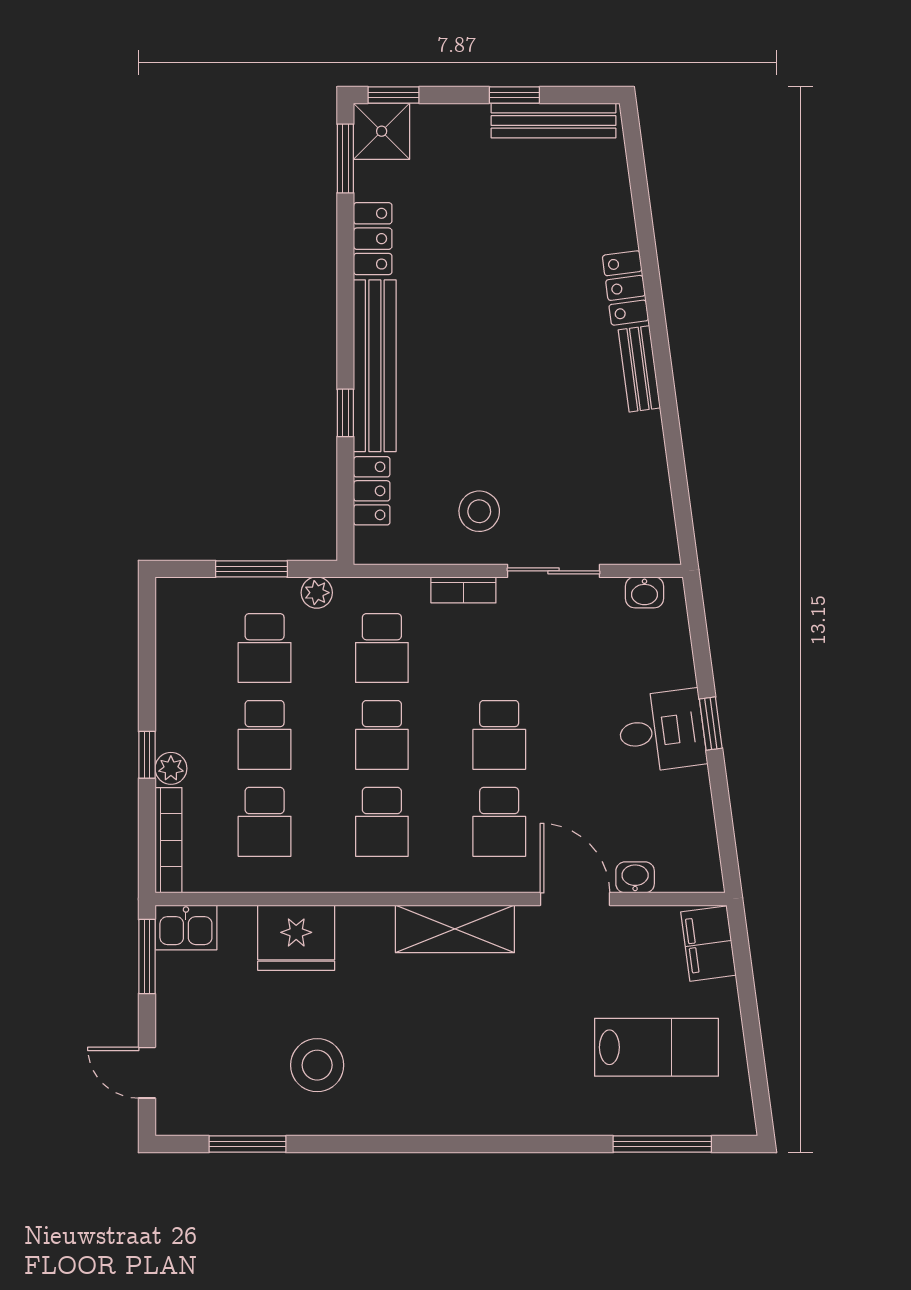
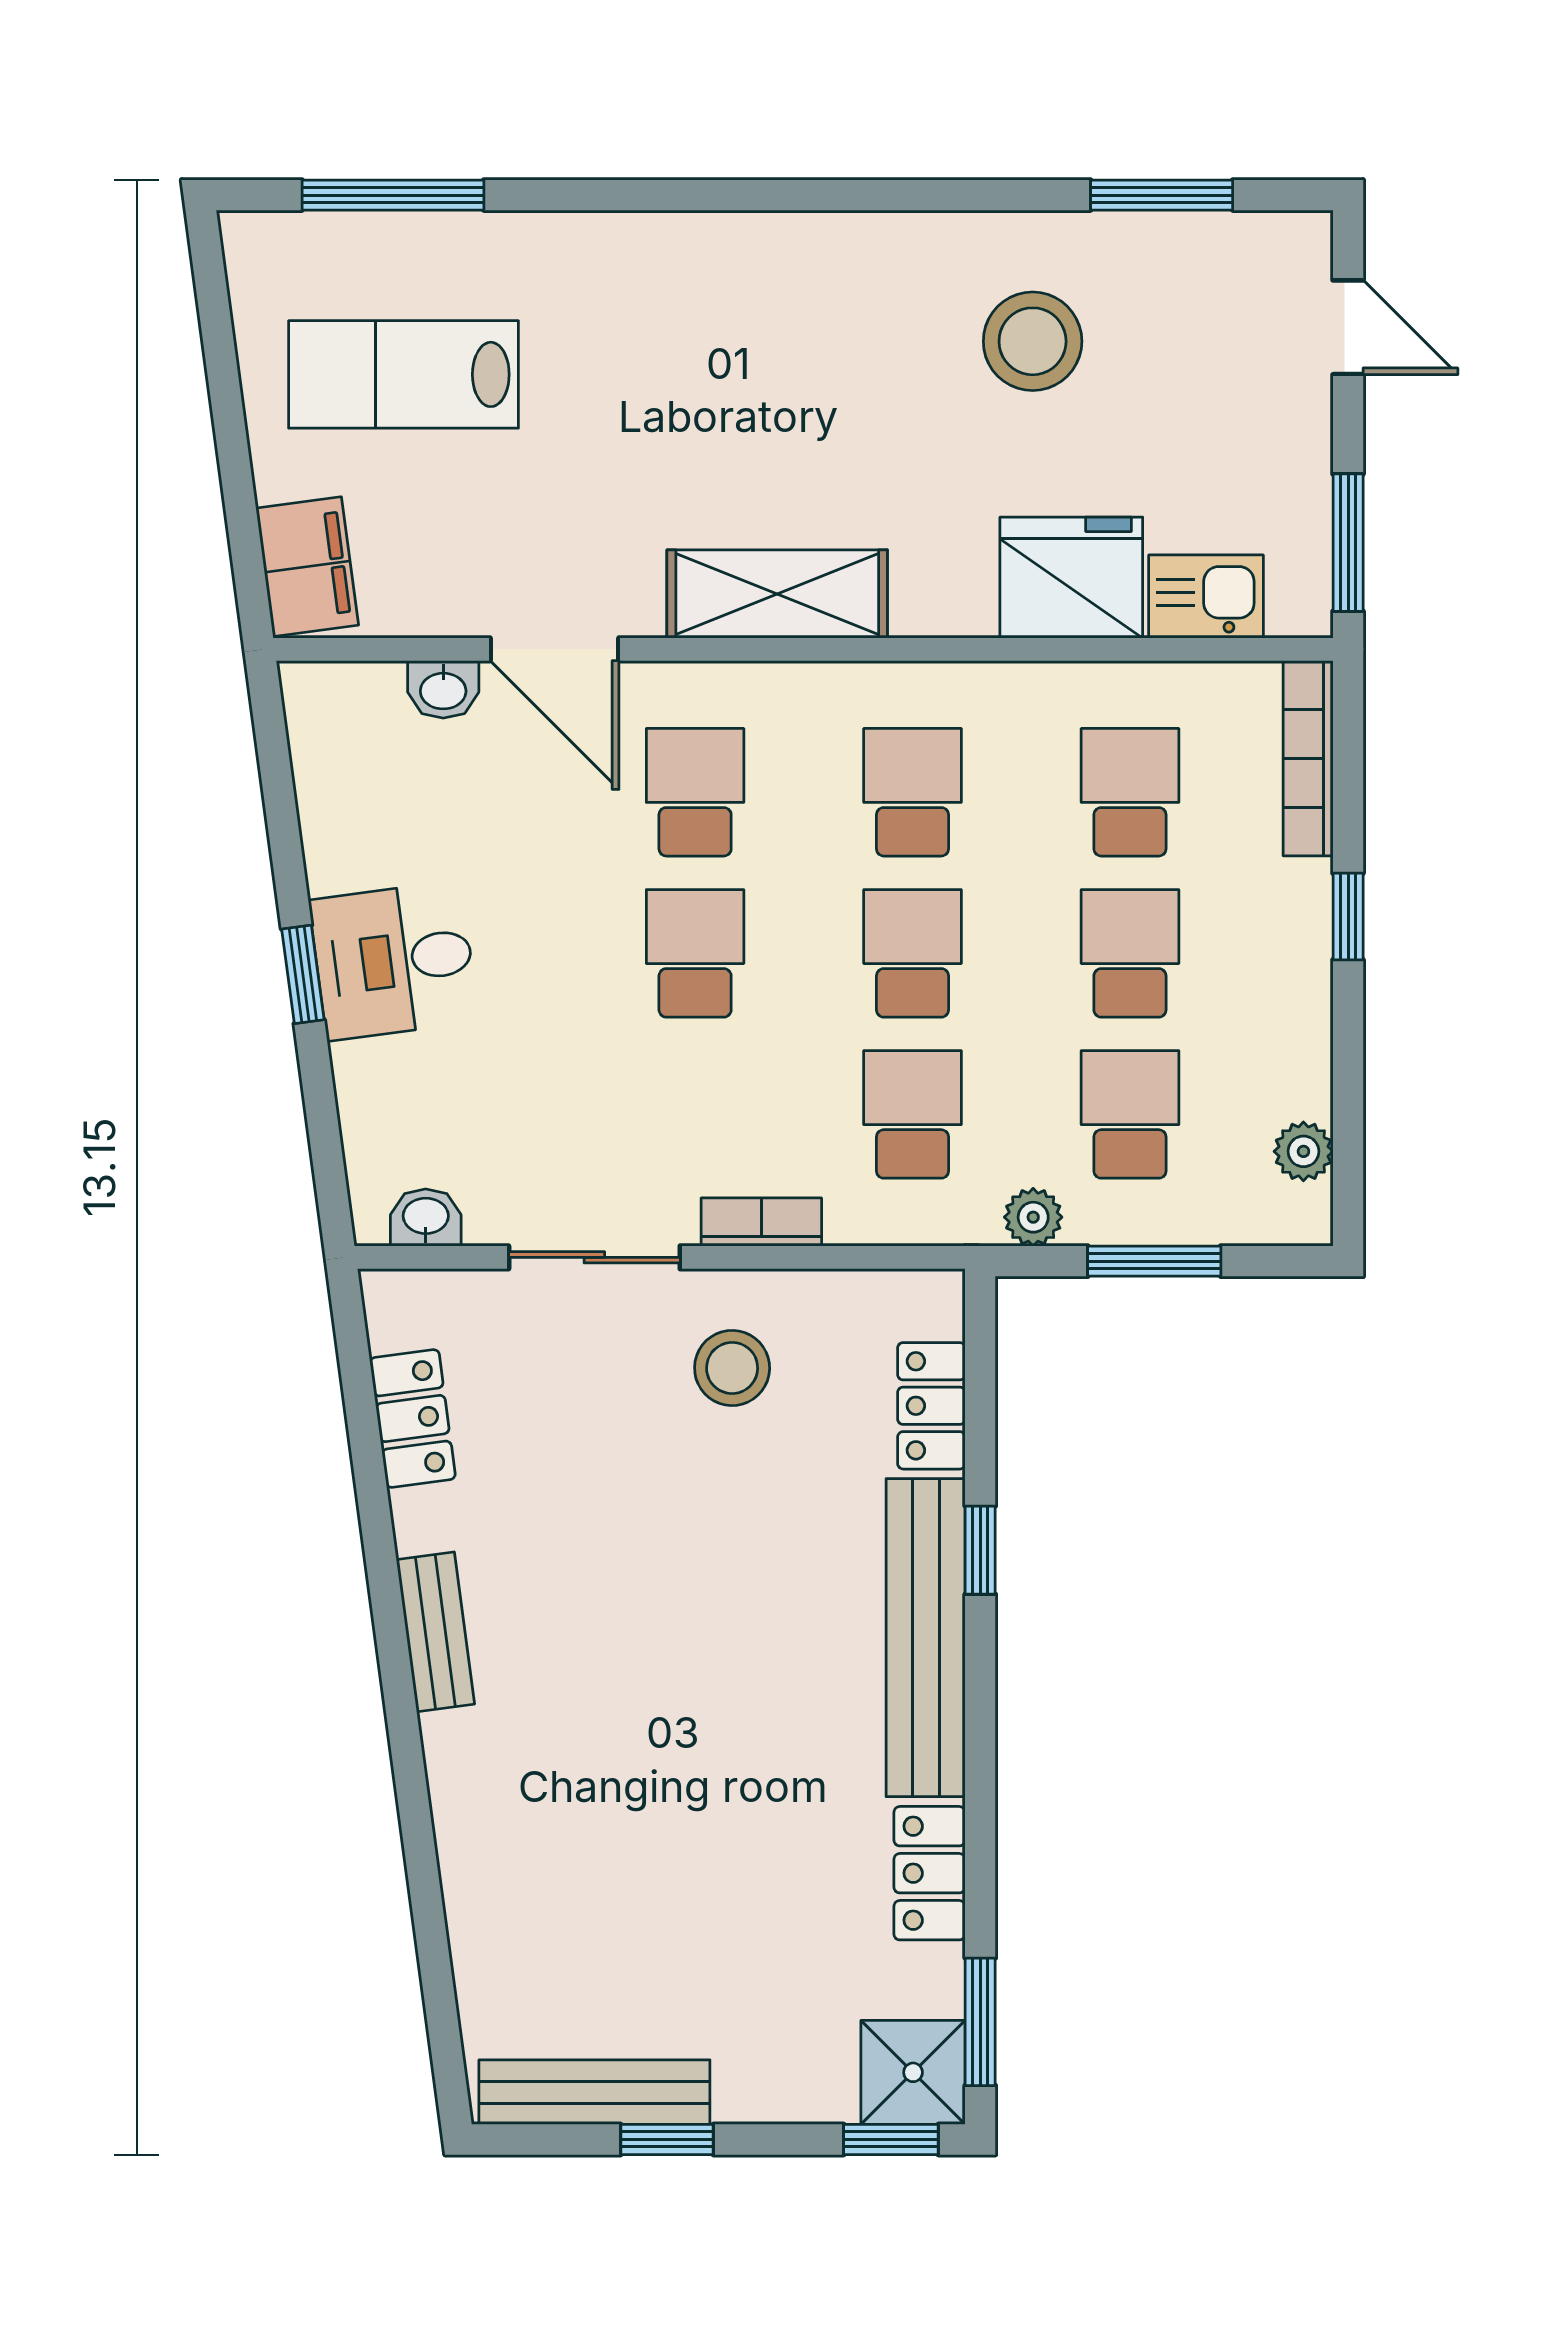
locker: (625, 288) -> (413, 1419), moved
plant: (171, 768) -> (1303, 1151), moved
kitchen sink: (186, 927) -> (1206, 596), moved

